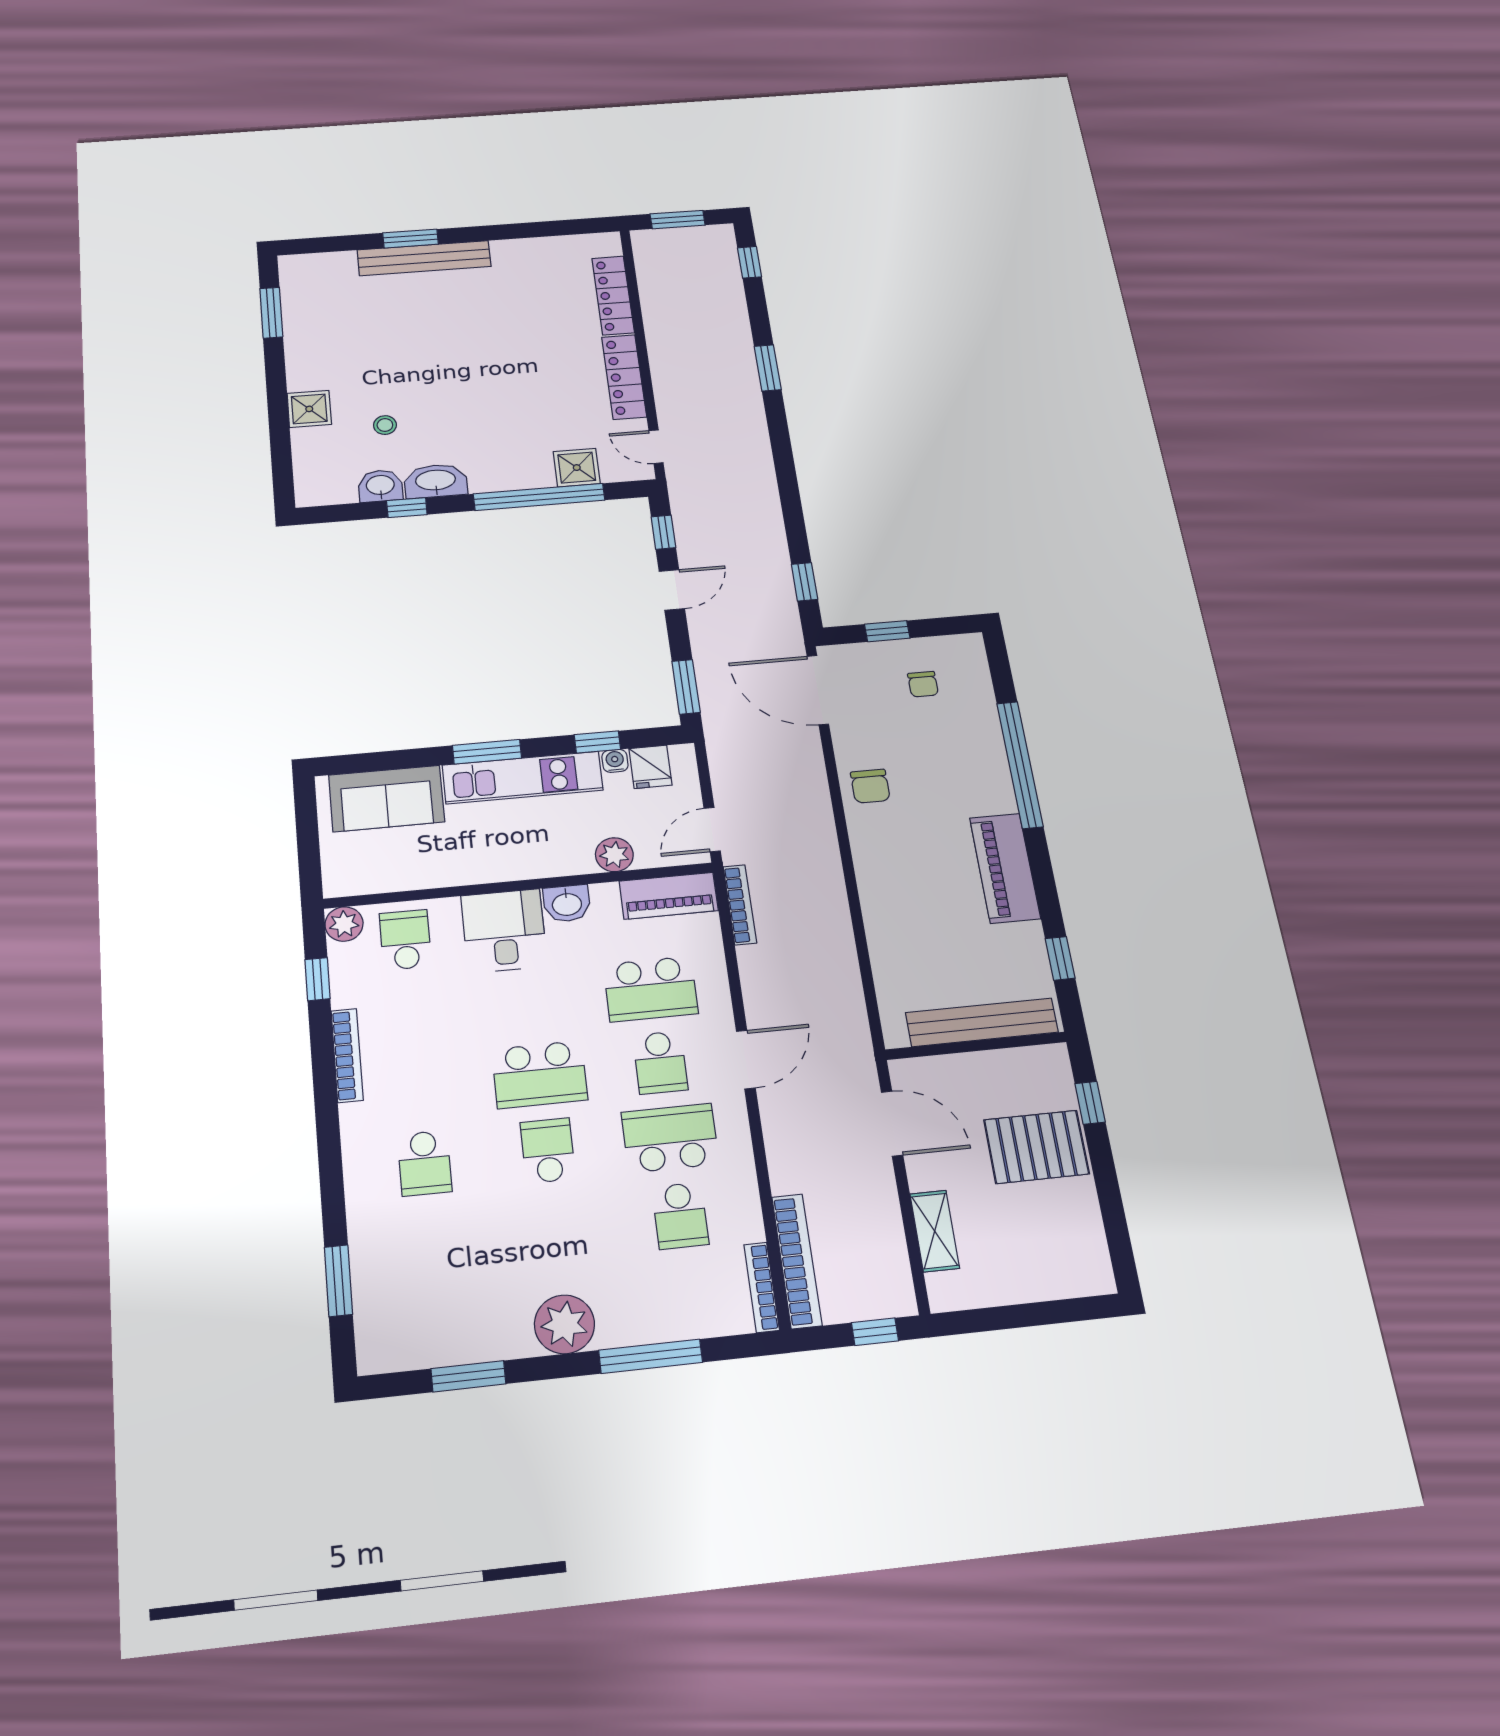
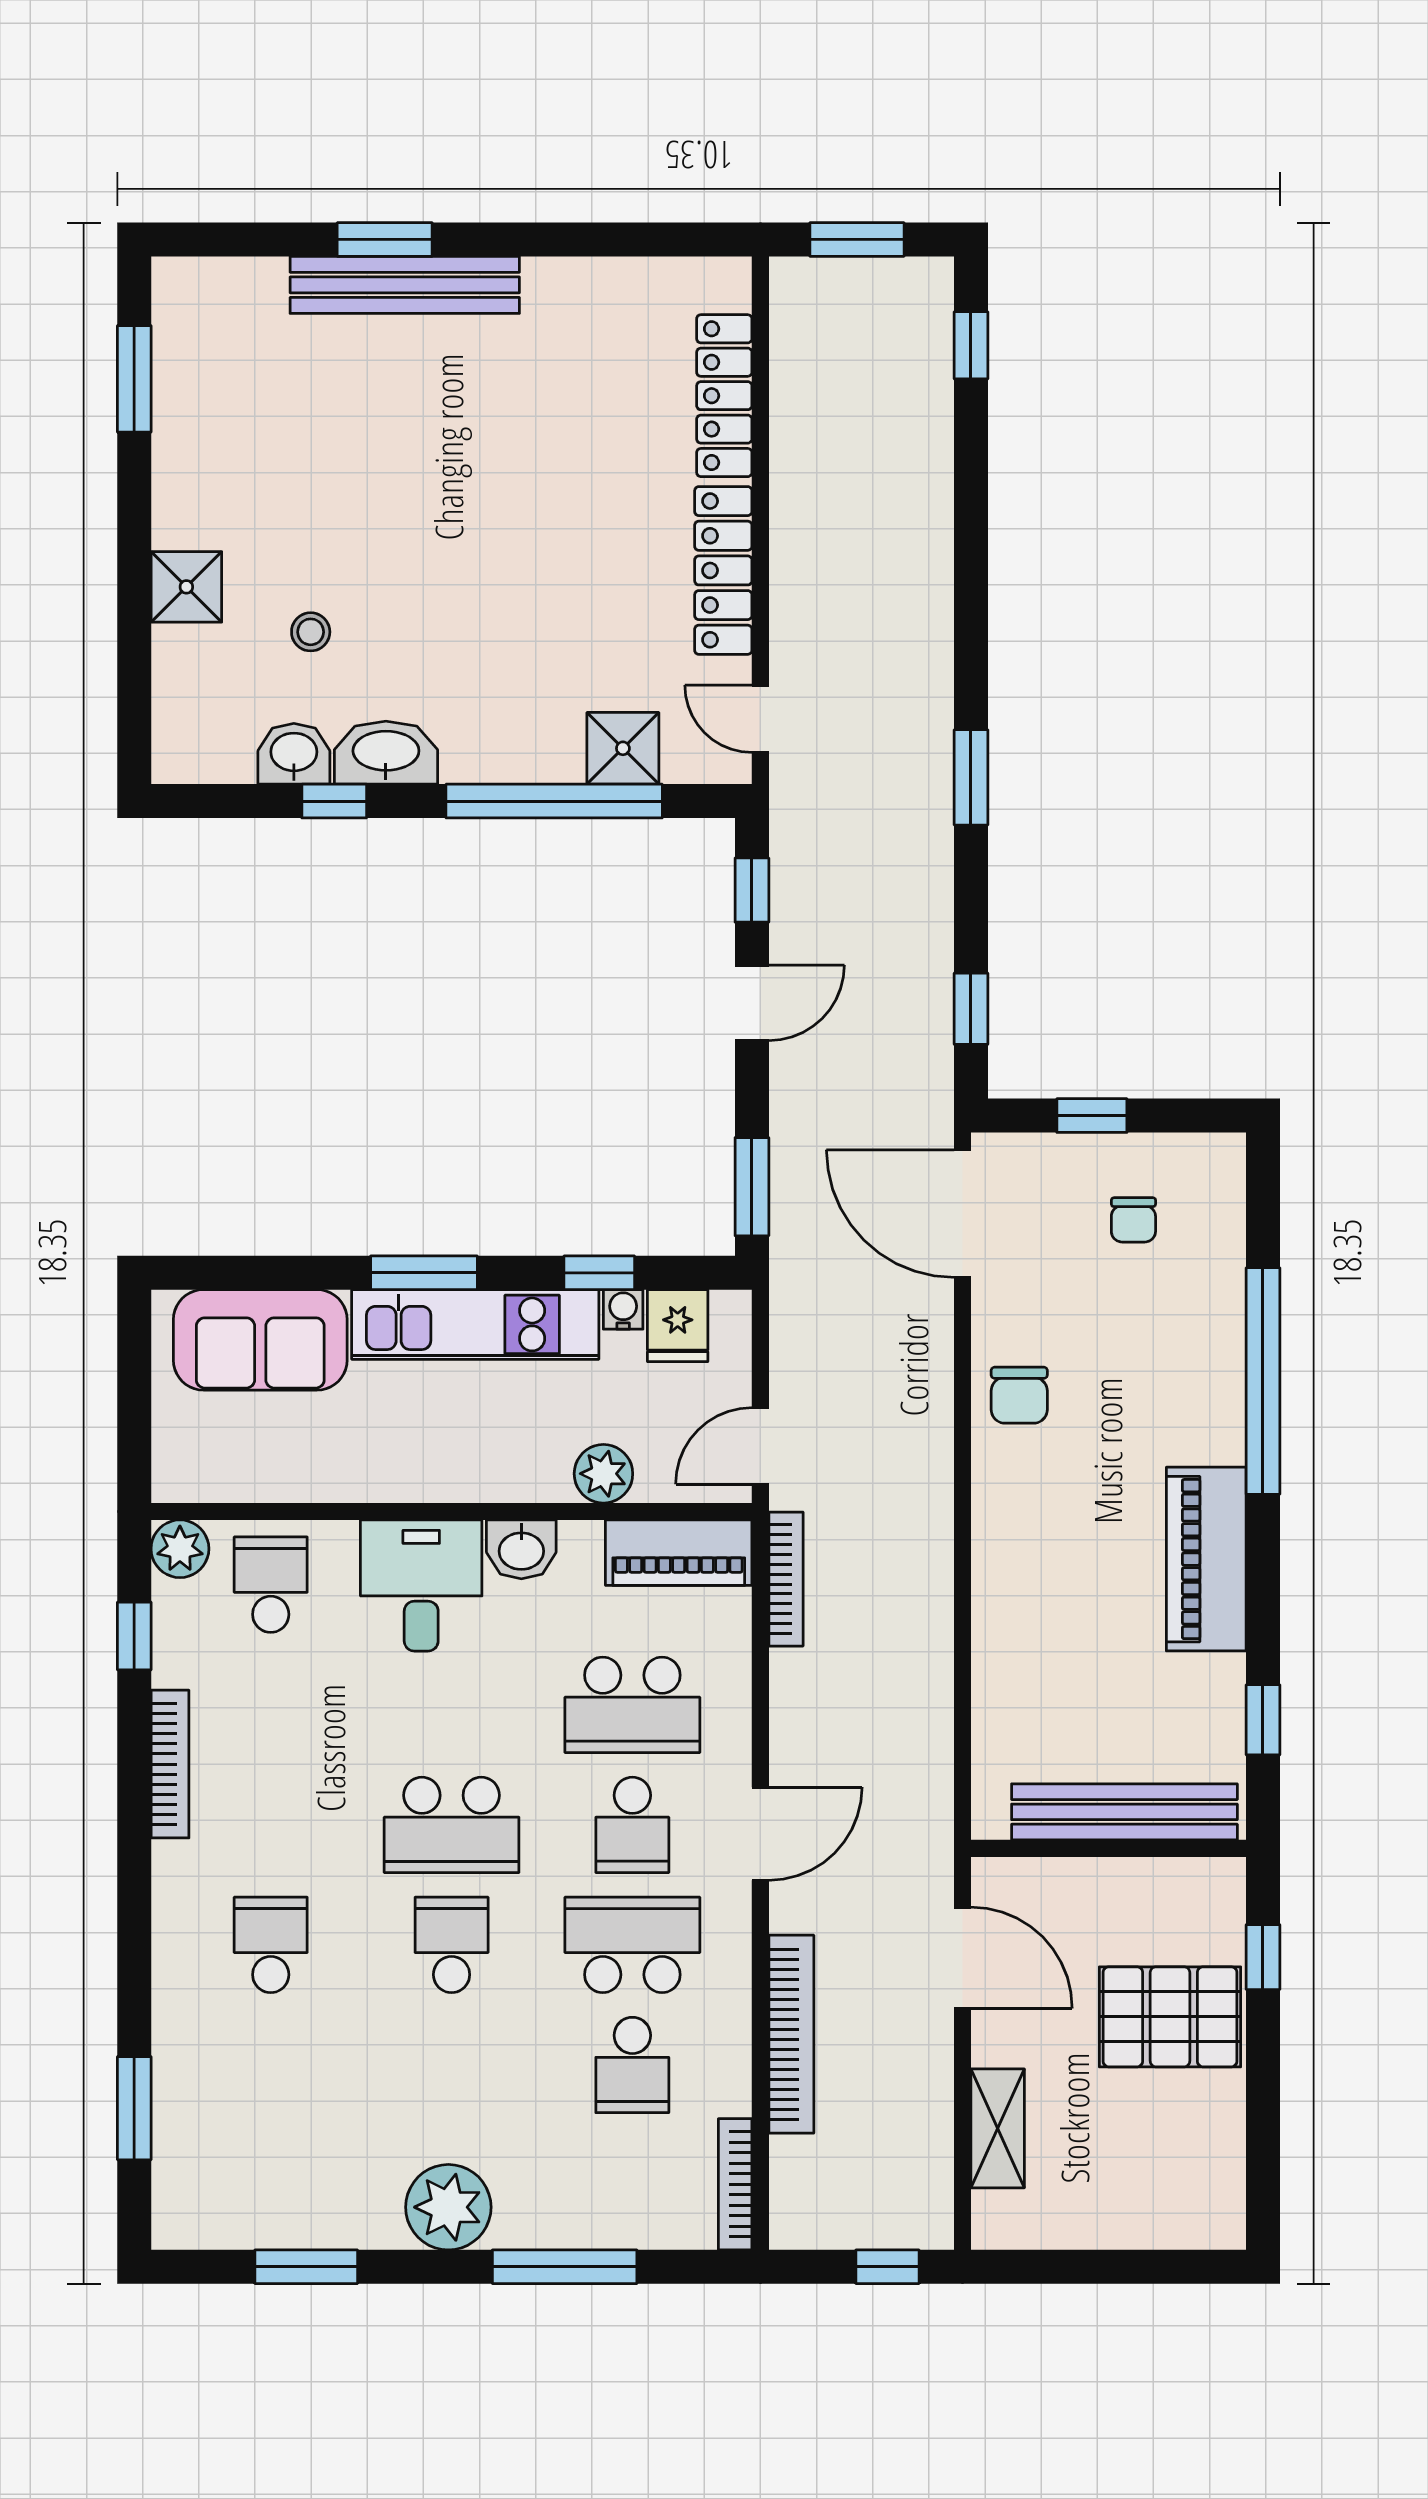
window: (768, 368) -> (971, 777), moved
school desk: (425, 1163) -> (271, 1945), turned 180
bookcase: (797, 1261) -> (791, 2034), moved

